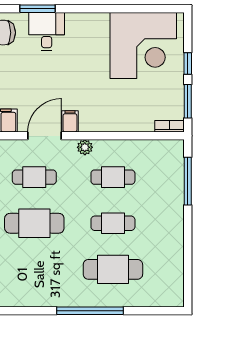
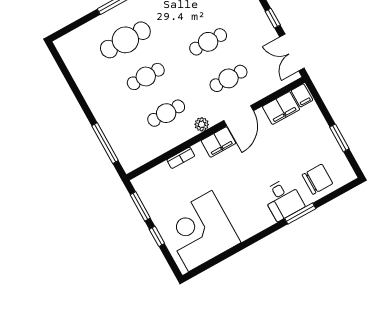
filing cabinet: (70, 121) -> (218, 142), width x2.00
bookcase: (169, 126) -> (181, 158), moved
cafe table: (34, 223) -> (208, 42), width x0.73, depth x0.74

